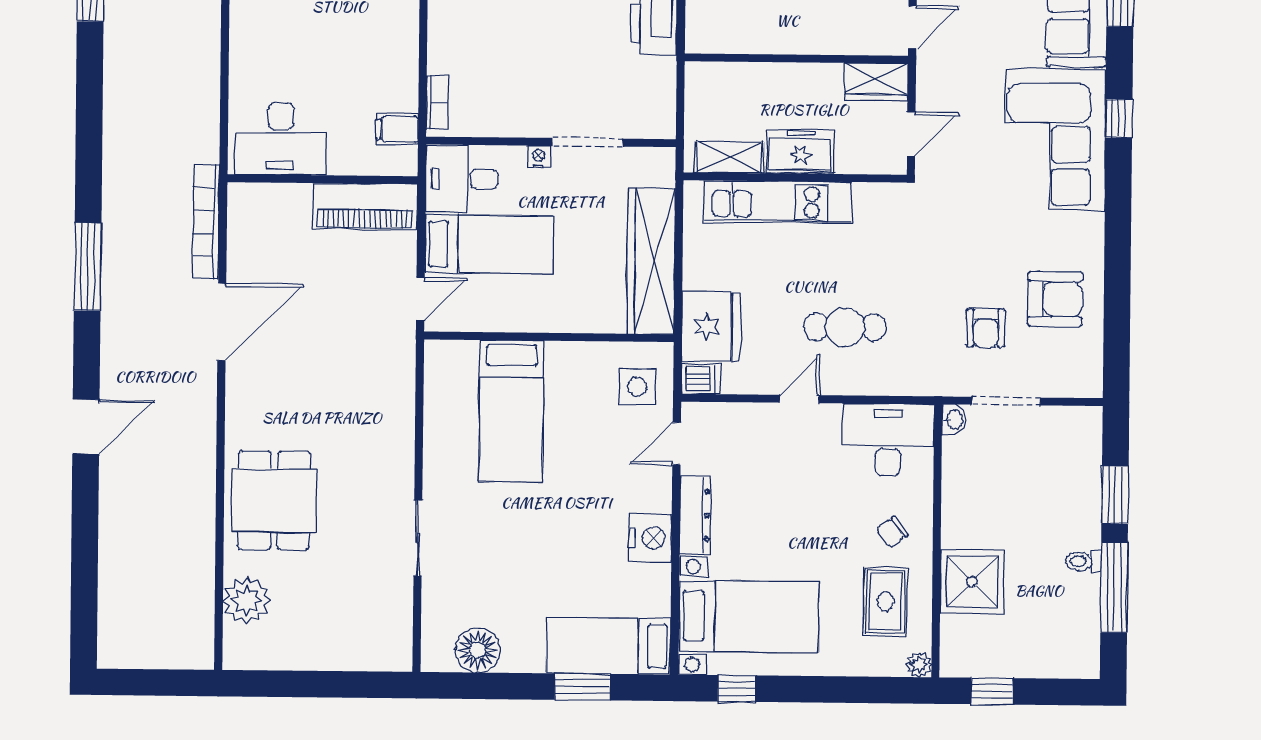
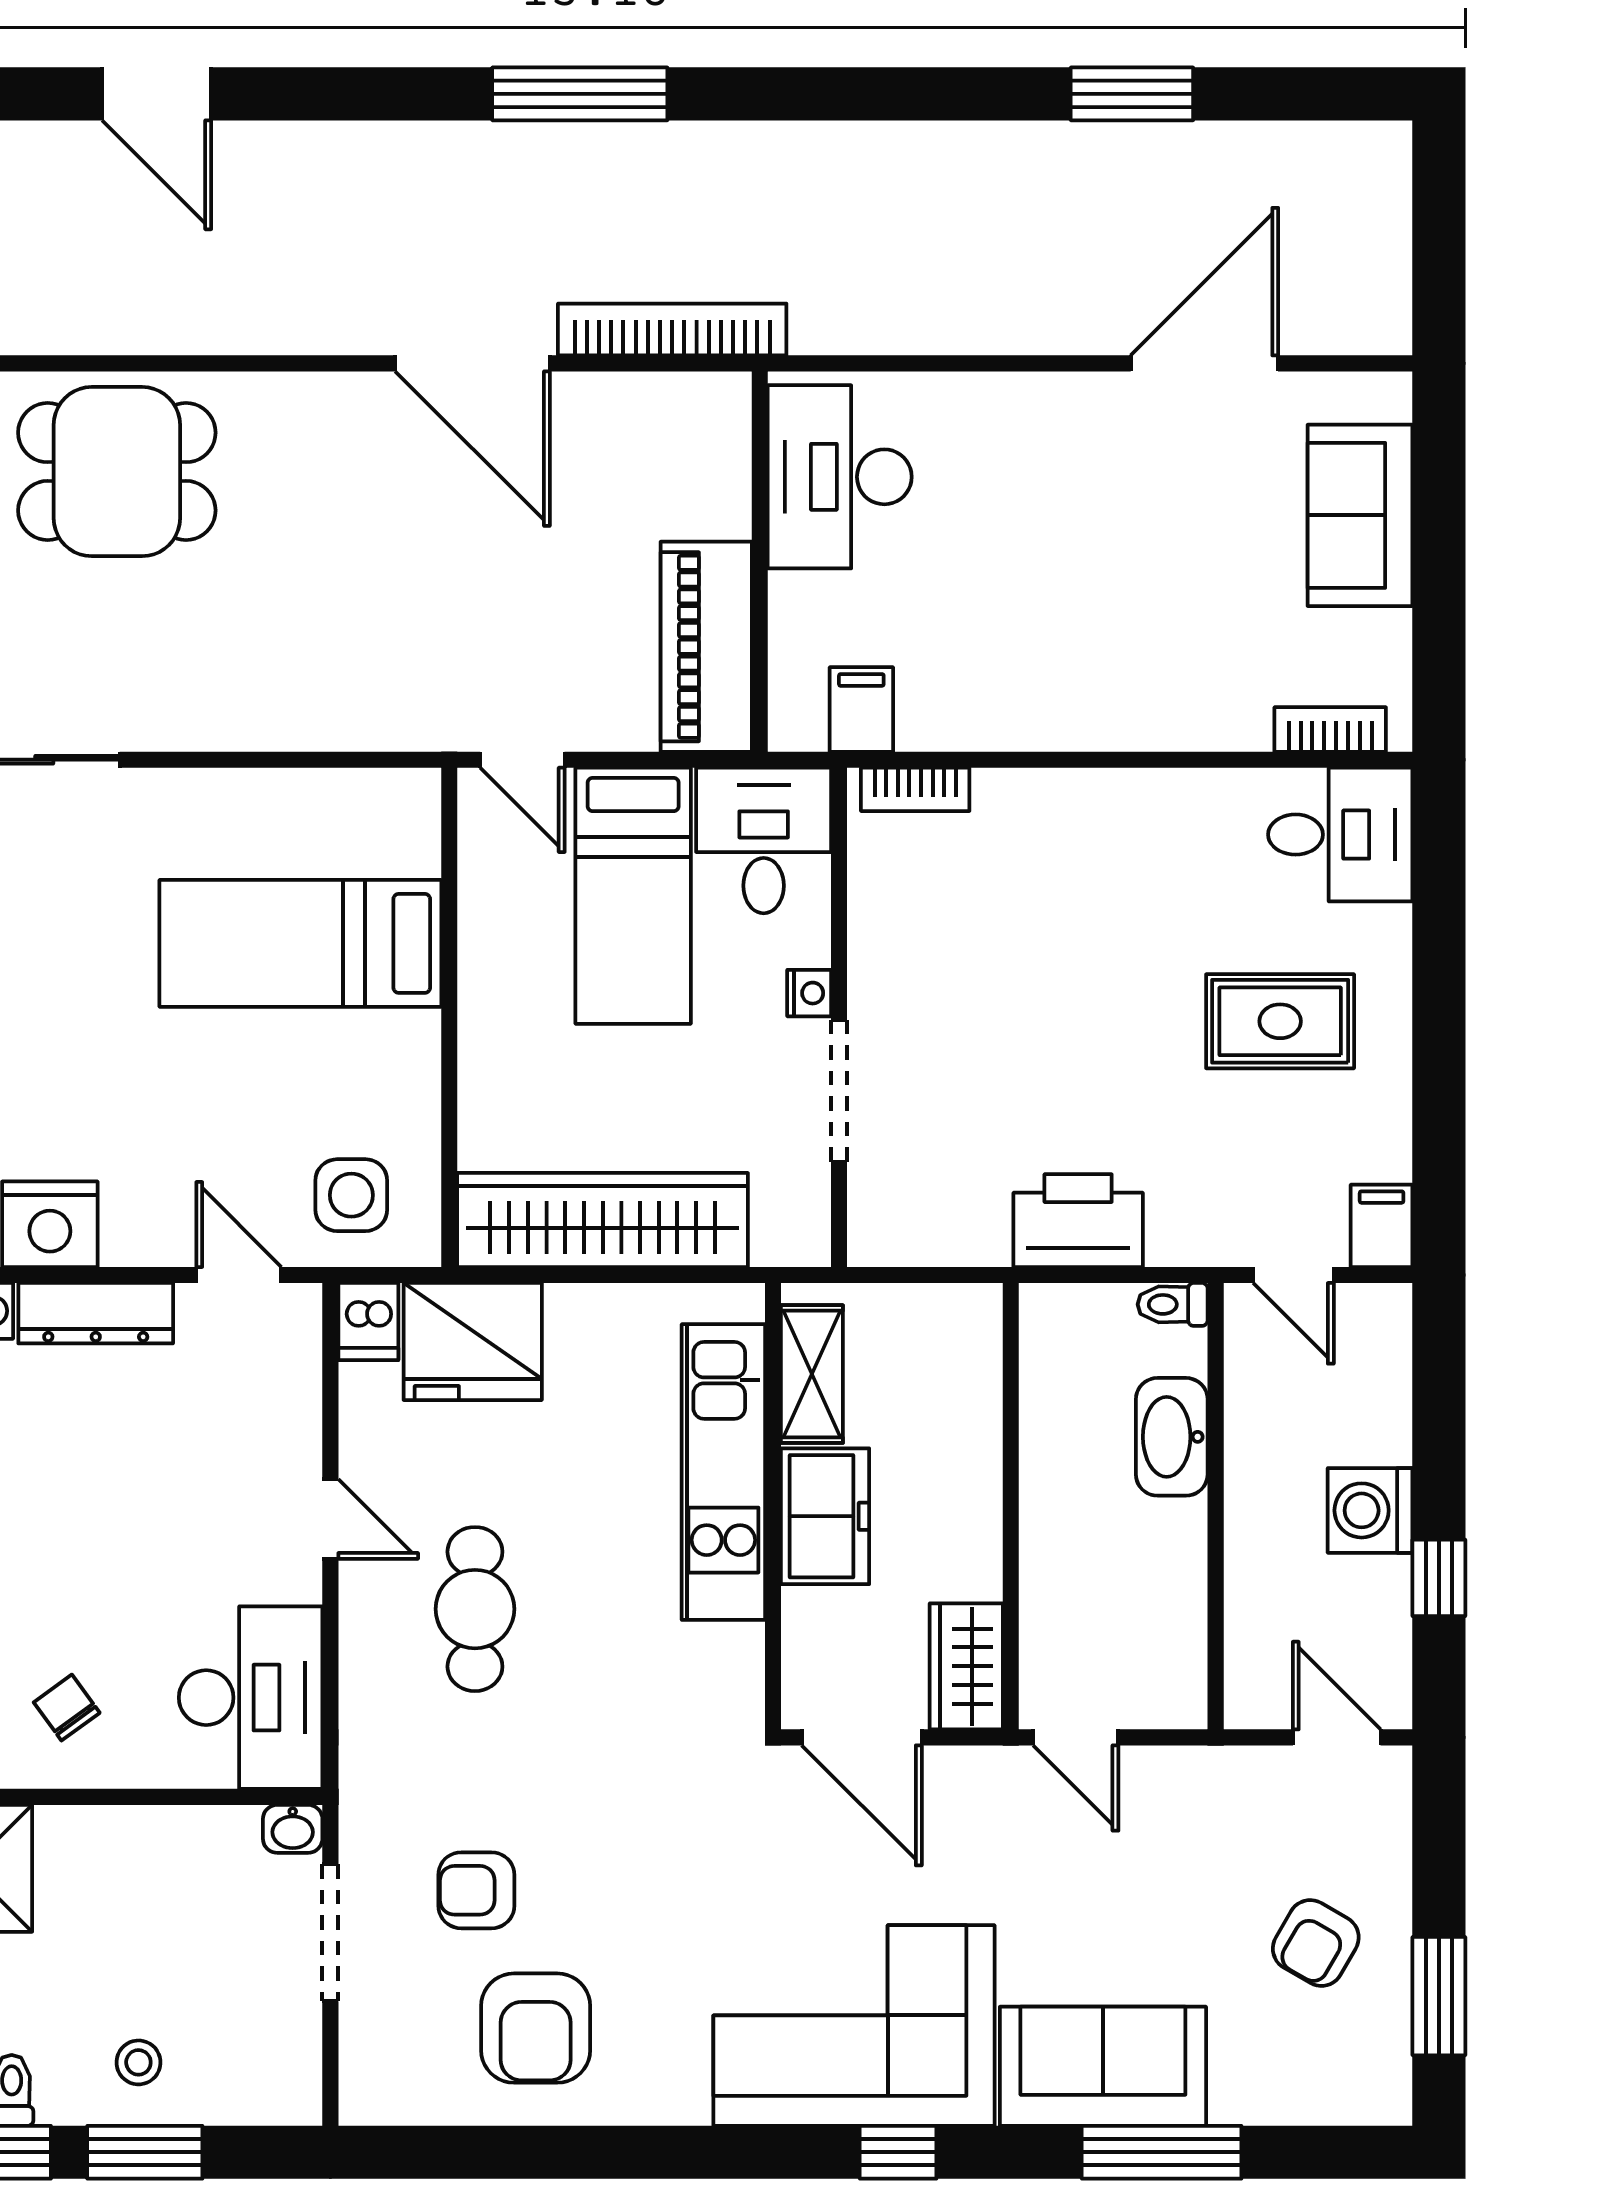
door: (911, 134) -> (862, 1737), width x1.38
door: (86, 427) -> (157, 94), moved
stool: (1070, 498) -> (138, 2062), added

